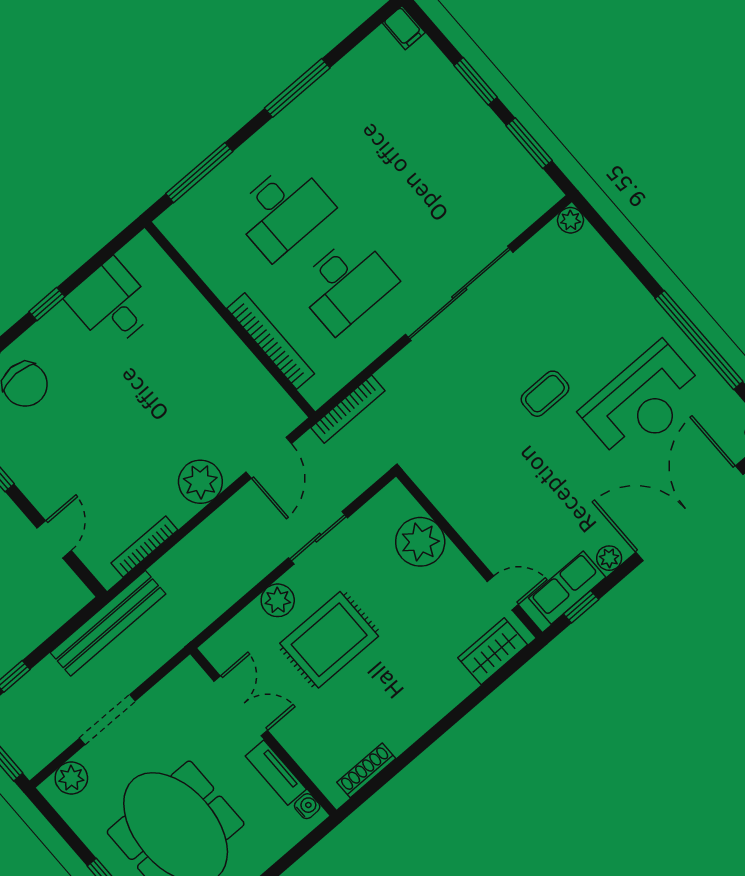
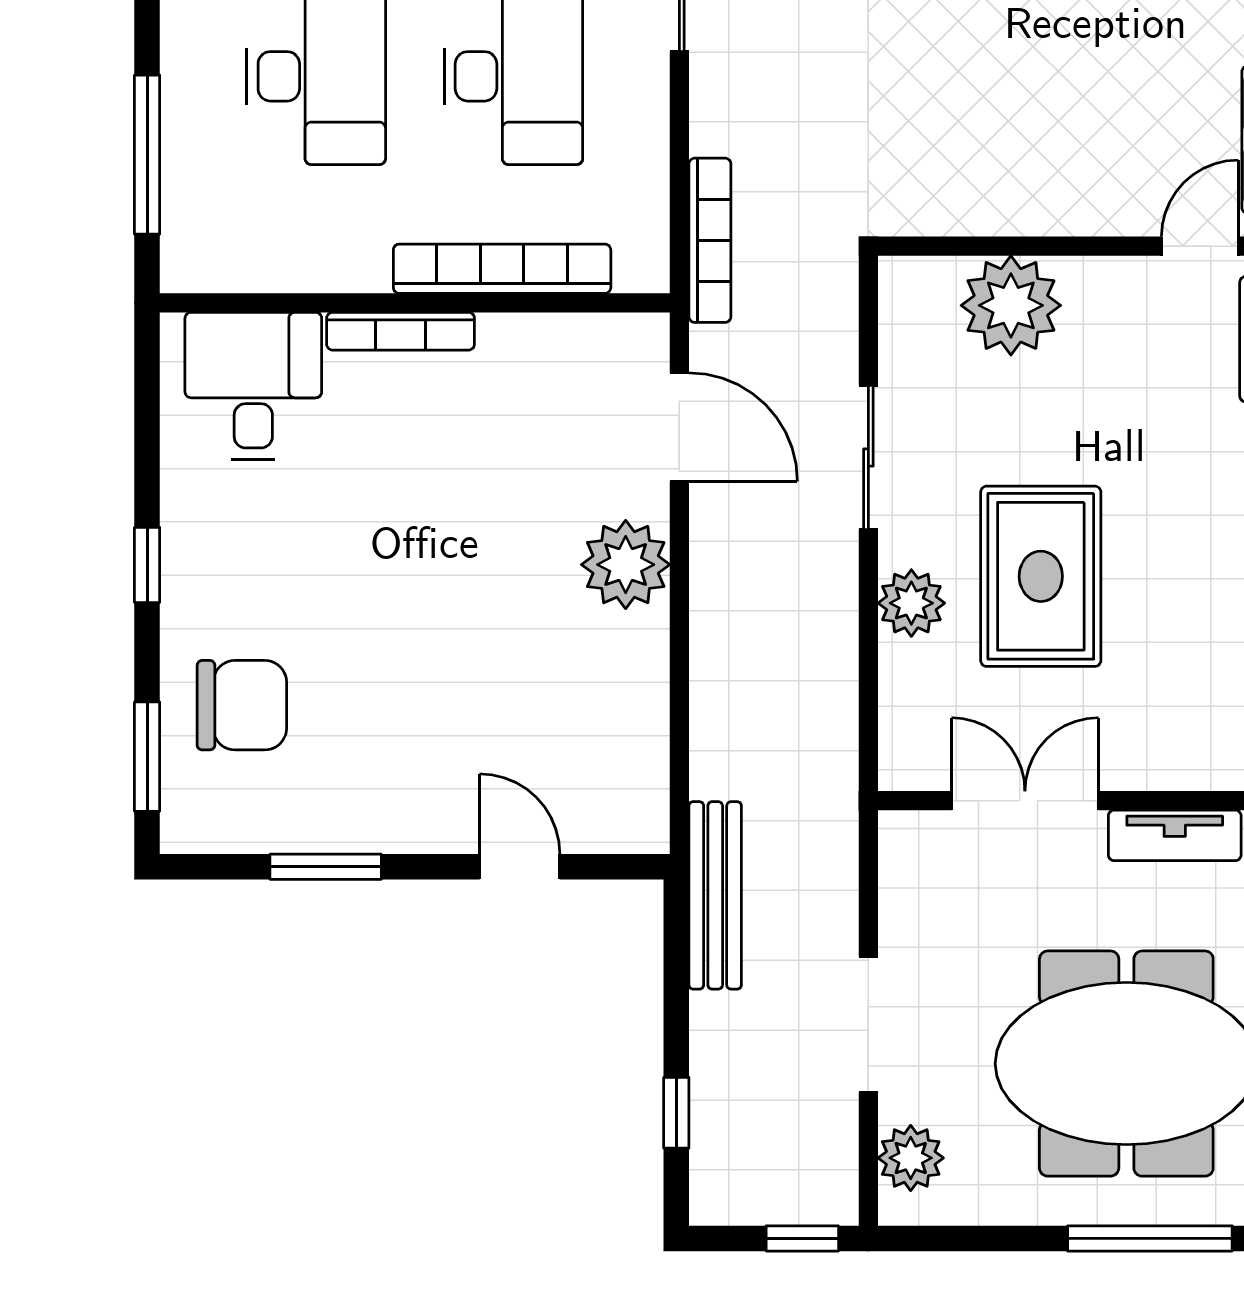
desk: (112, 304) -> (253, 386), moved, turned 90
bookcase: (144, 547) -> (401, 331), moved, turned -90
bench: (108, 623) -> (715, 895), width x0.73, depth x0.82

